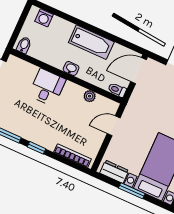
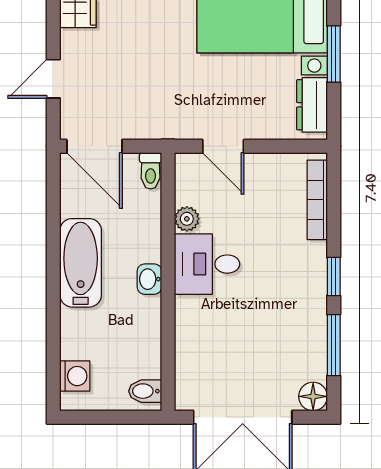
desk: (47, 87) -> (207, 264), moved

